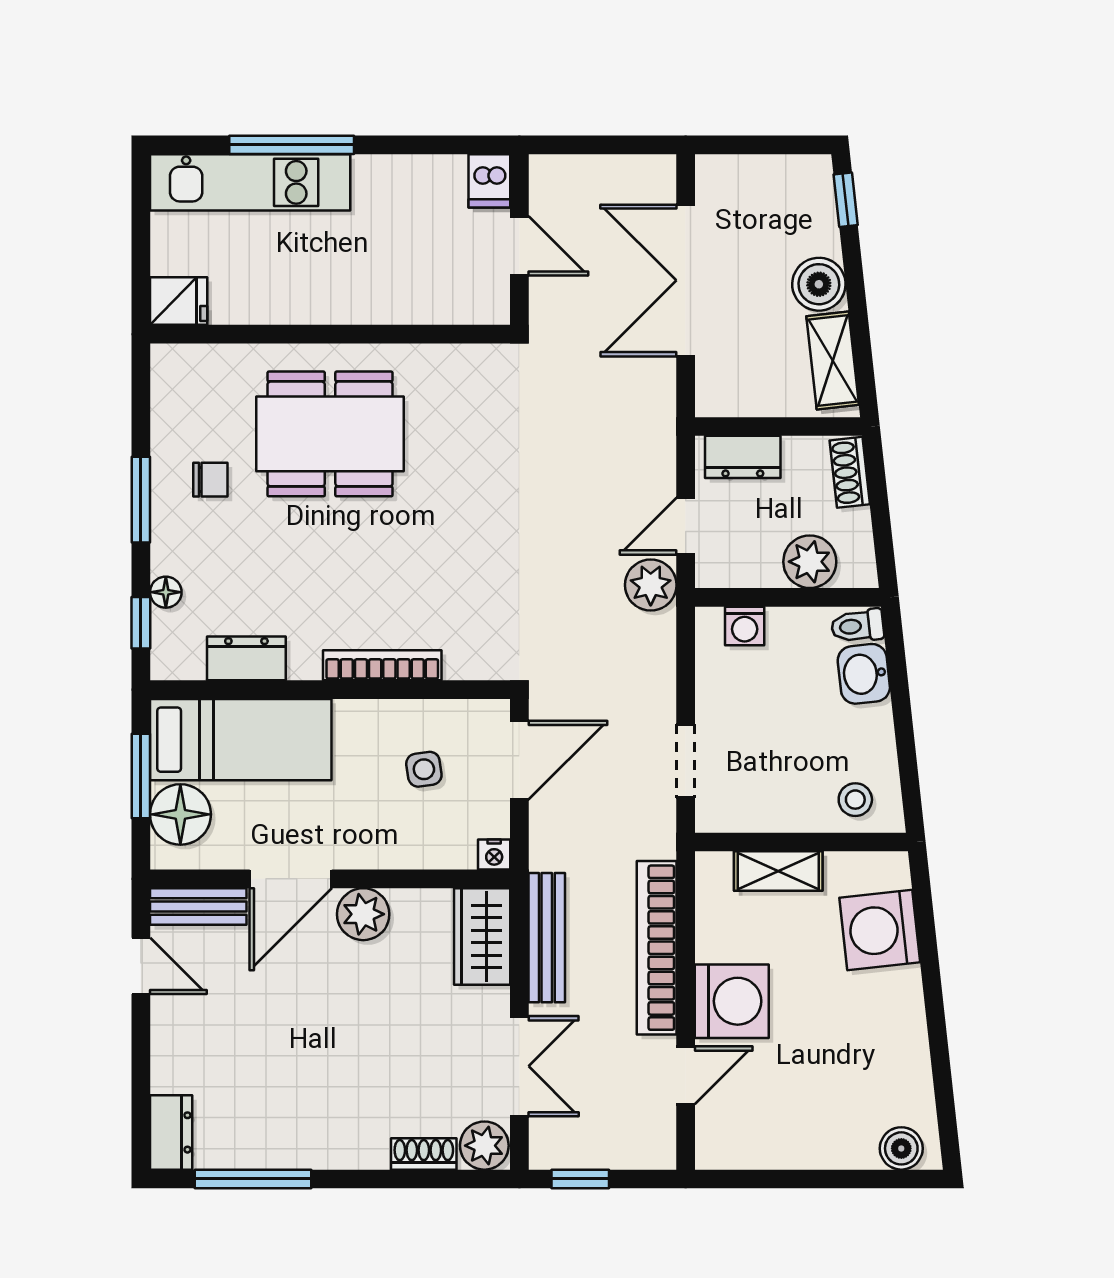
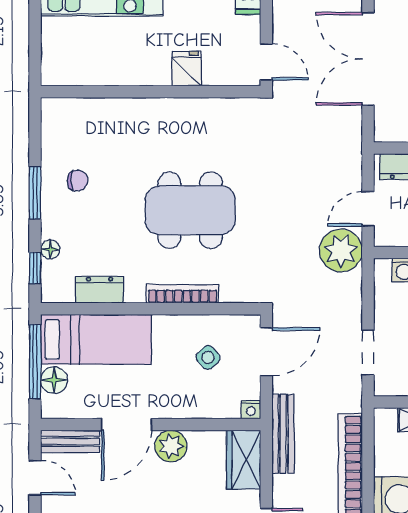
door: (519, 246) -> (266, 62), moved
fridge: (179, 301) -> (186, 69), moved, turned -90
dining table: (330, 434) -> (190, 210), moved
plant: (651, 585) -> (341, 251), width x1.36, depth x1.36
side table: (424, 769) -> (208, 357), turned -34
window: (141, 776) -> (35, 362), width x1.44
floor lamp: (180, 814) -> (54, 380), width x0.73, depth x0.73
bench: (547, 938) -> (283, 434), moved

